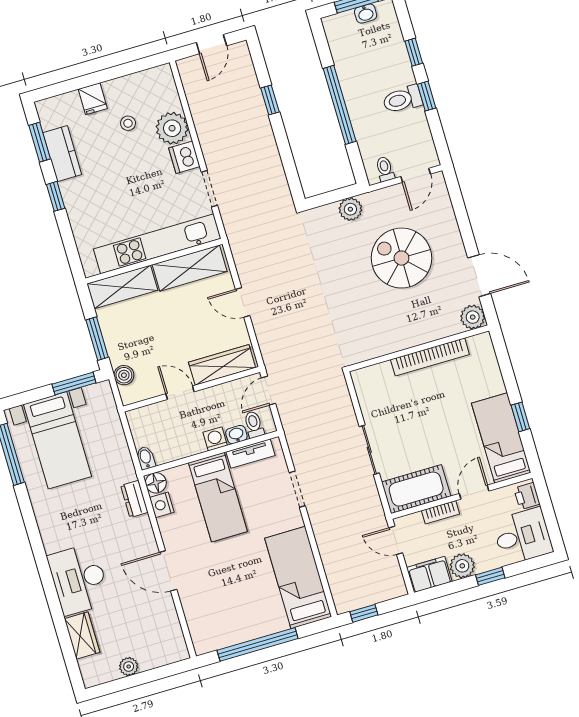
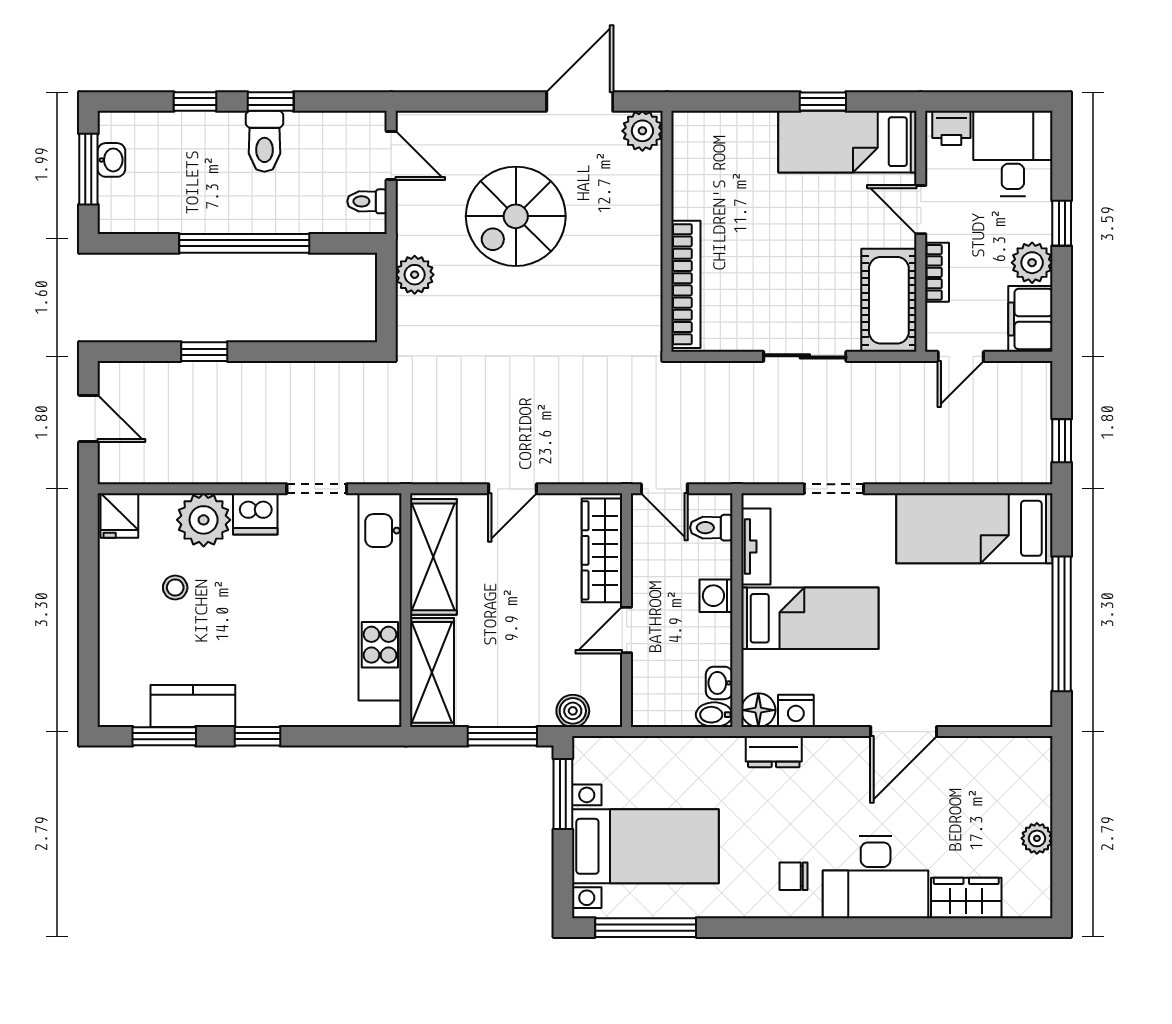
fridge: (93, 99) -> (119, 516), moved, turned 90
bookcase: (430, 357) -> (686, 284), moved
washbasin: (236, 435) -> (719, 683), moved
chair: (65, 531) -> (794, 876), added

